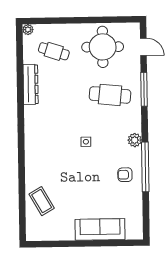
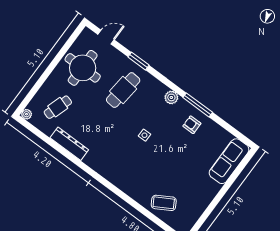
window: (144, 89) -> (138, 61), width x0.69
window: (145, 167) -> (198, 105), width x0.68
armchair: (125, 175) -> (192, 125), turned 90
sofa: (100, 229) -> (229, 161), moved

